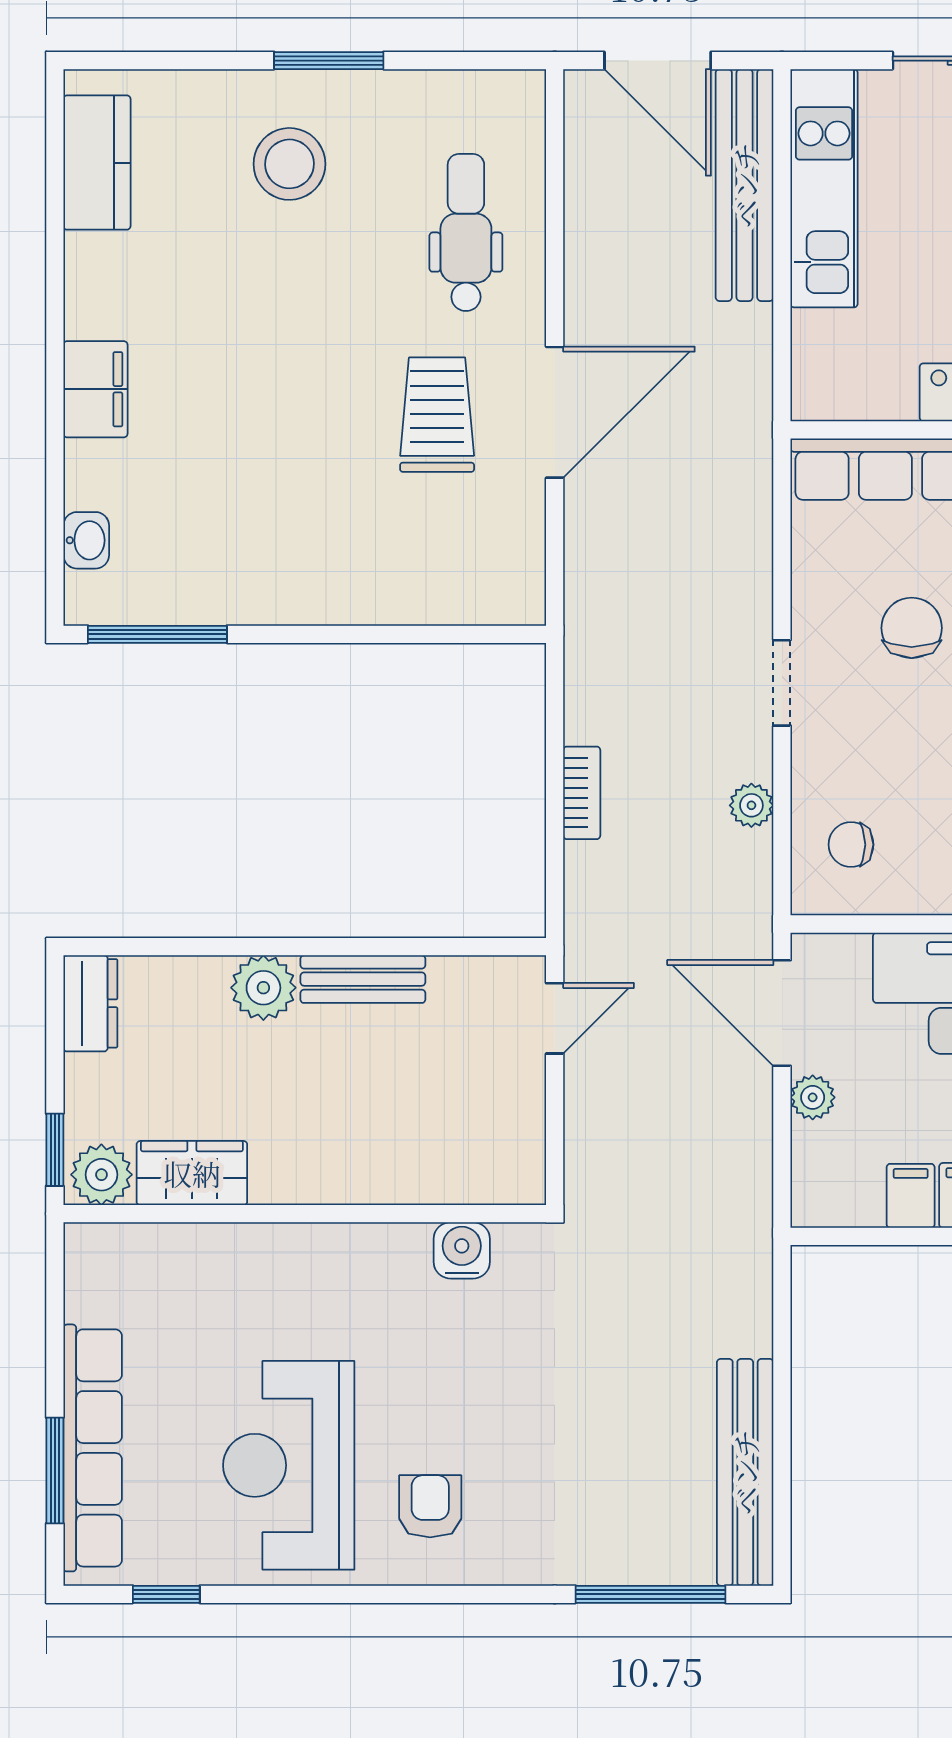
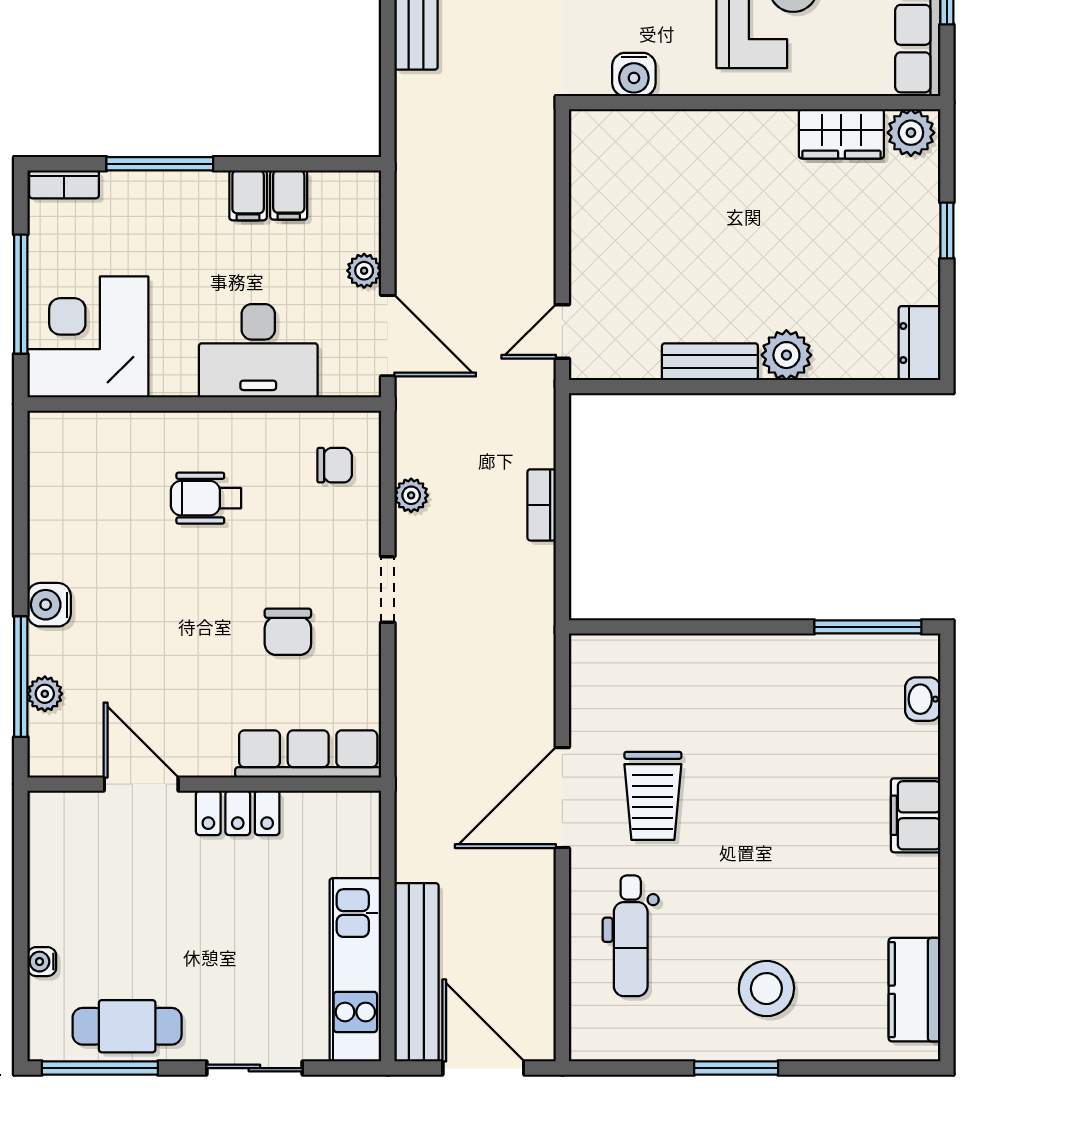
wardrobe: (192, 1173) -> (841, 134), moved
plant: (101, 1175) -> (911, 133), moved
wall: (305, 1214) -> (755, 103), moved
water cooler: (462, 1250) -> (634, 74), moved

